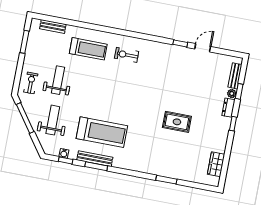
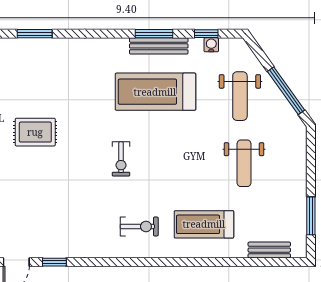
exercise bike: (31, 83) -> (121, 159), moved

